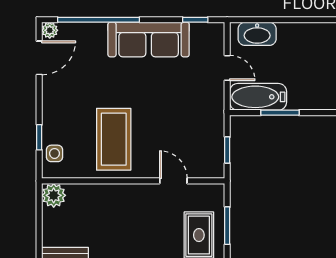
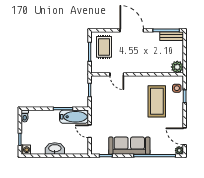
washbasin: (257, 34) -> (55, 149), moved
door: (39, 58) -> (185, 136), hinge flipped
coffee table: (114, 139) -> (157, 101), moved

